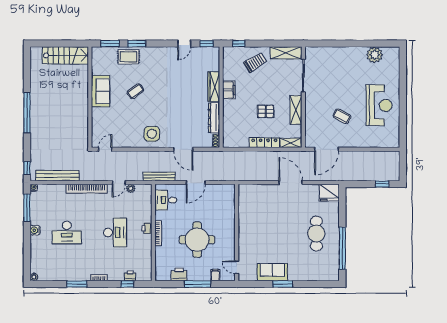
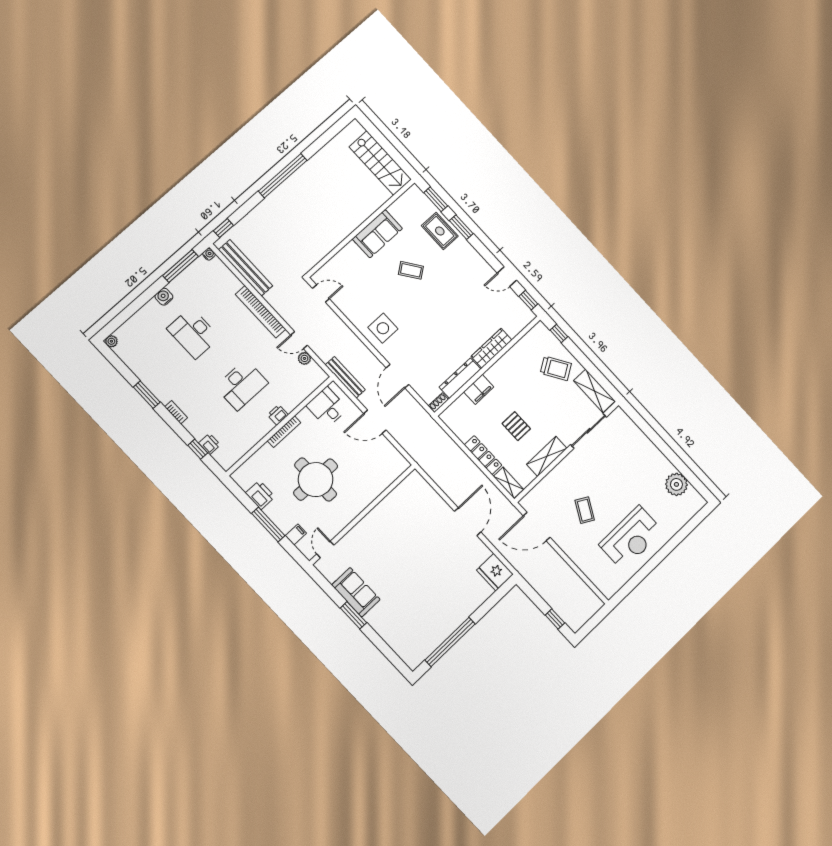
filing cabinet: (229, 90) -> (479, 389), moved
cafe table: (316, 234) -> (440, 600), removed

